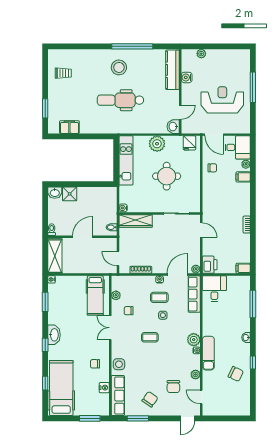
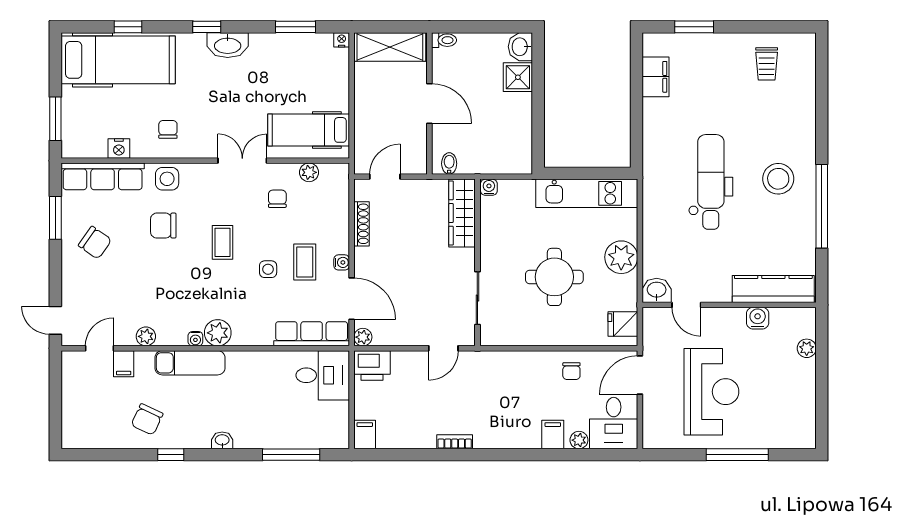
filing cabinet: (209, 385) -> (124, 364), added
chair: (173, 387) -> (163, 226), moved

